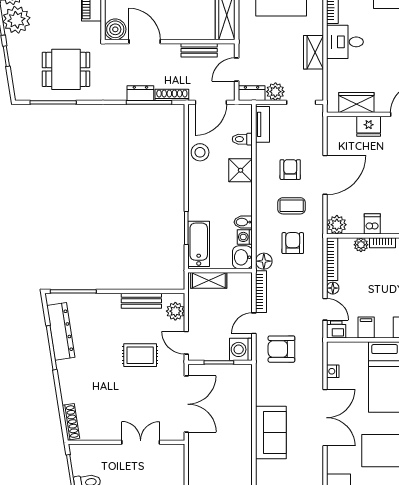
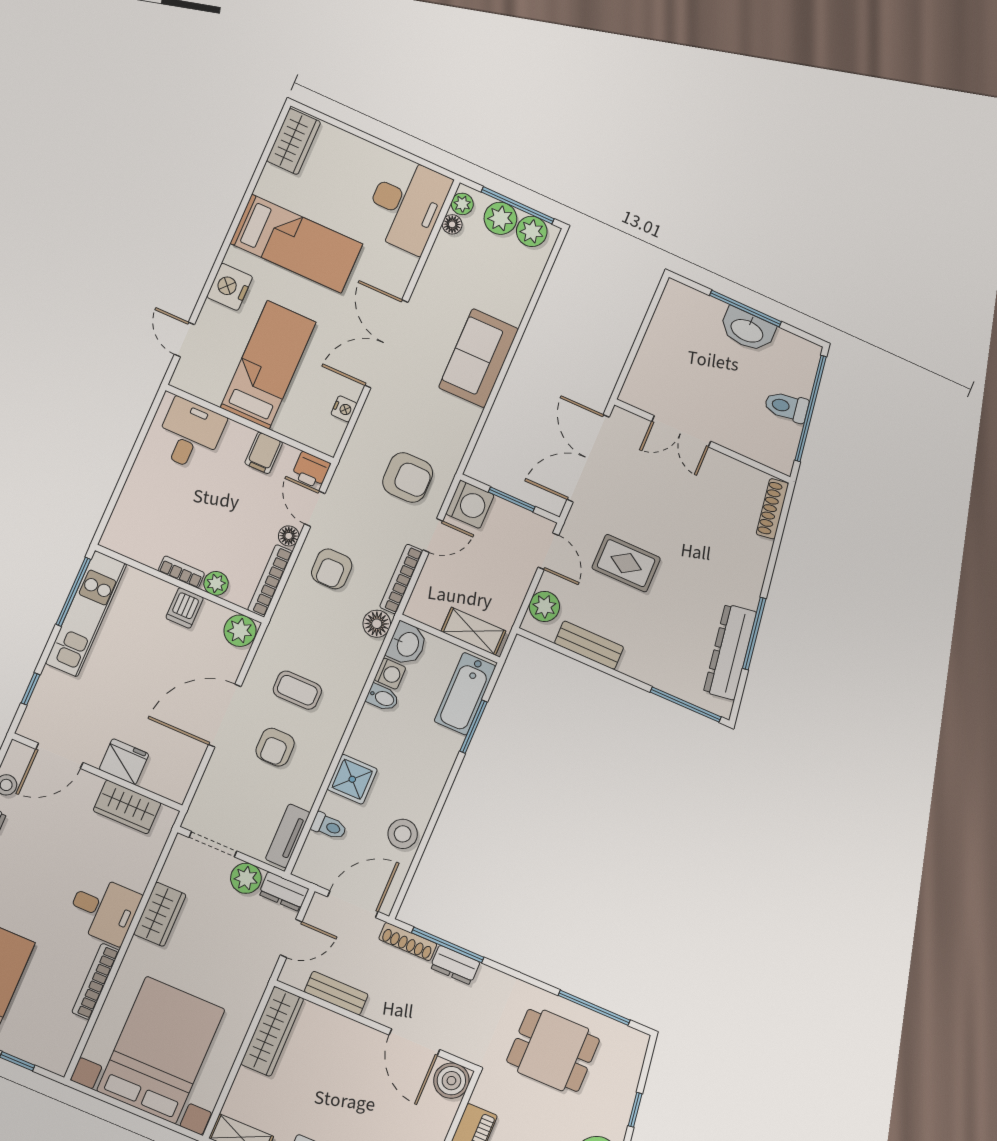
armchair: (293, 243) -> (332, 569), moved

